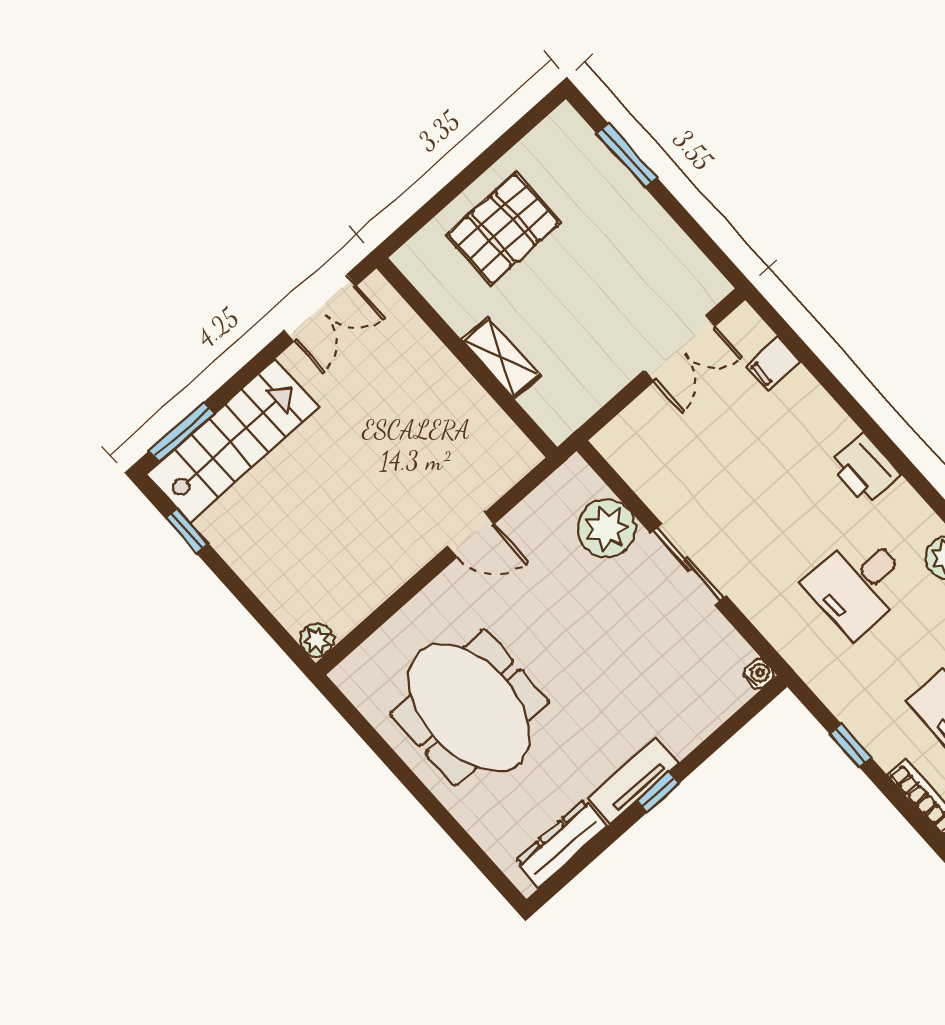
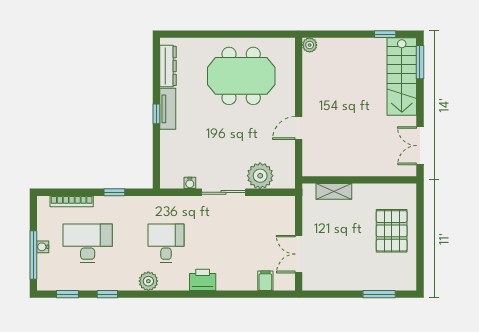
shelving: (501, 357) -> (334, 191), moved
water cooler: (759, 674) -> (190, 183), moved

